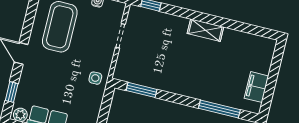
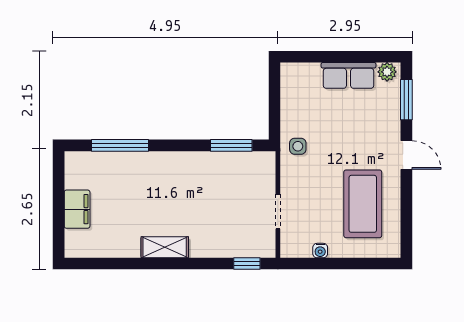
filing cabinet: (256, 87) -> (77, 209), moved
window: (12, 92) -> (406, 100), width x1.50

